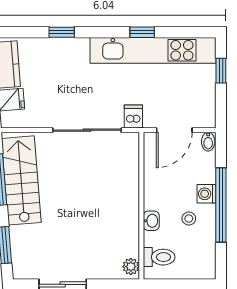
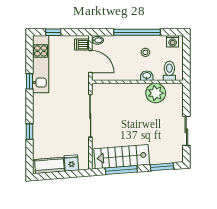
kitchen unit: (153, 50) -> (41, 64), width x0.73
dishwasher: (133, 116) -> (82, 45), moved
washing machine: (207, 194) -> (173, 41), moved
plant: (131, 267) -> (156, 93), moved, width x1.88, depth x1.88

